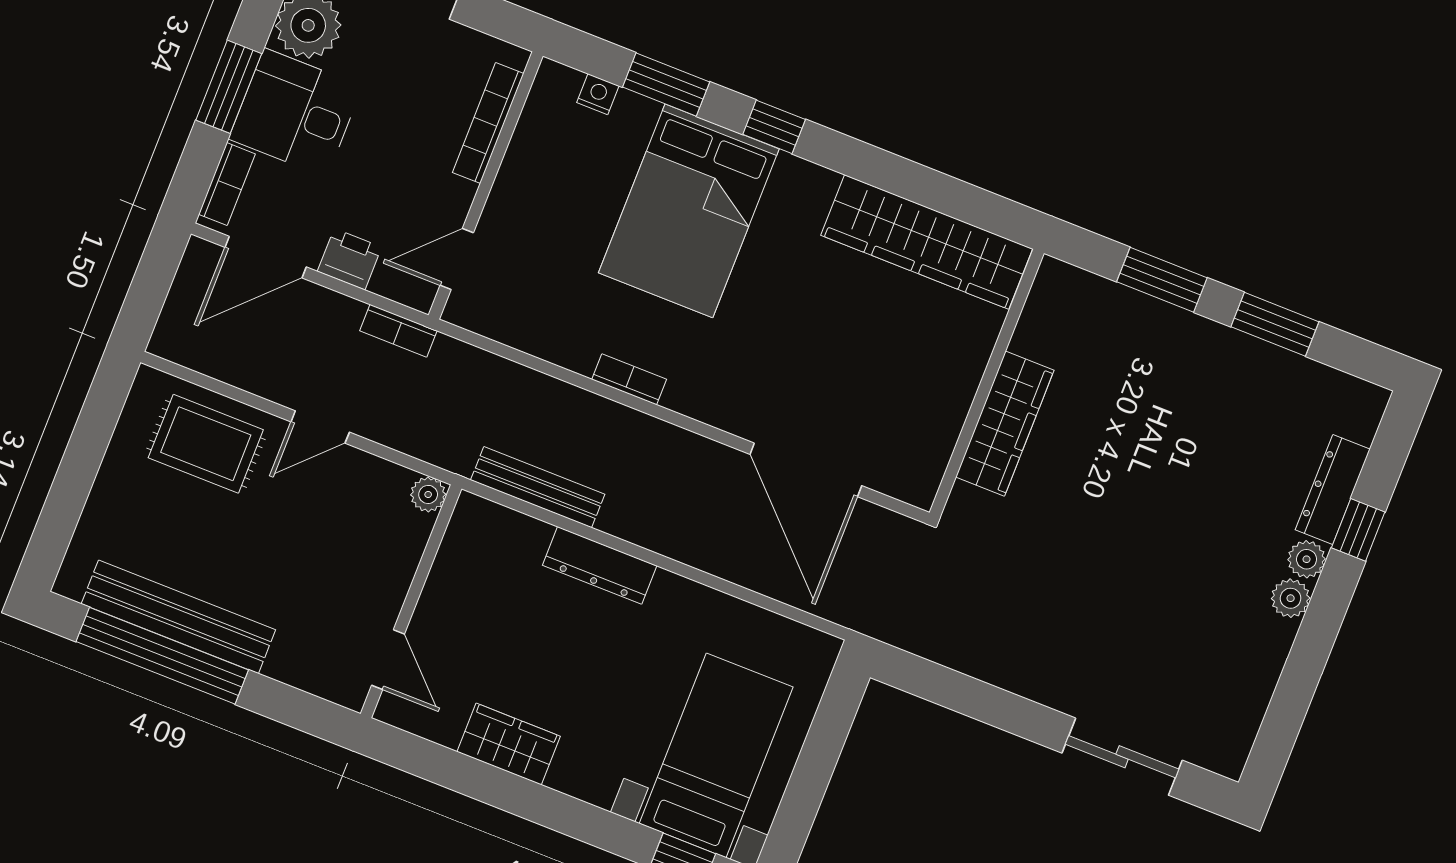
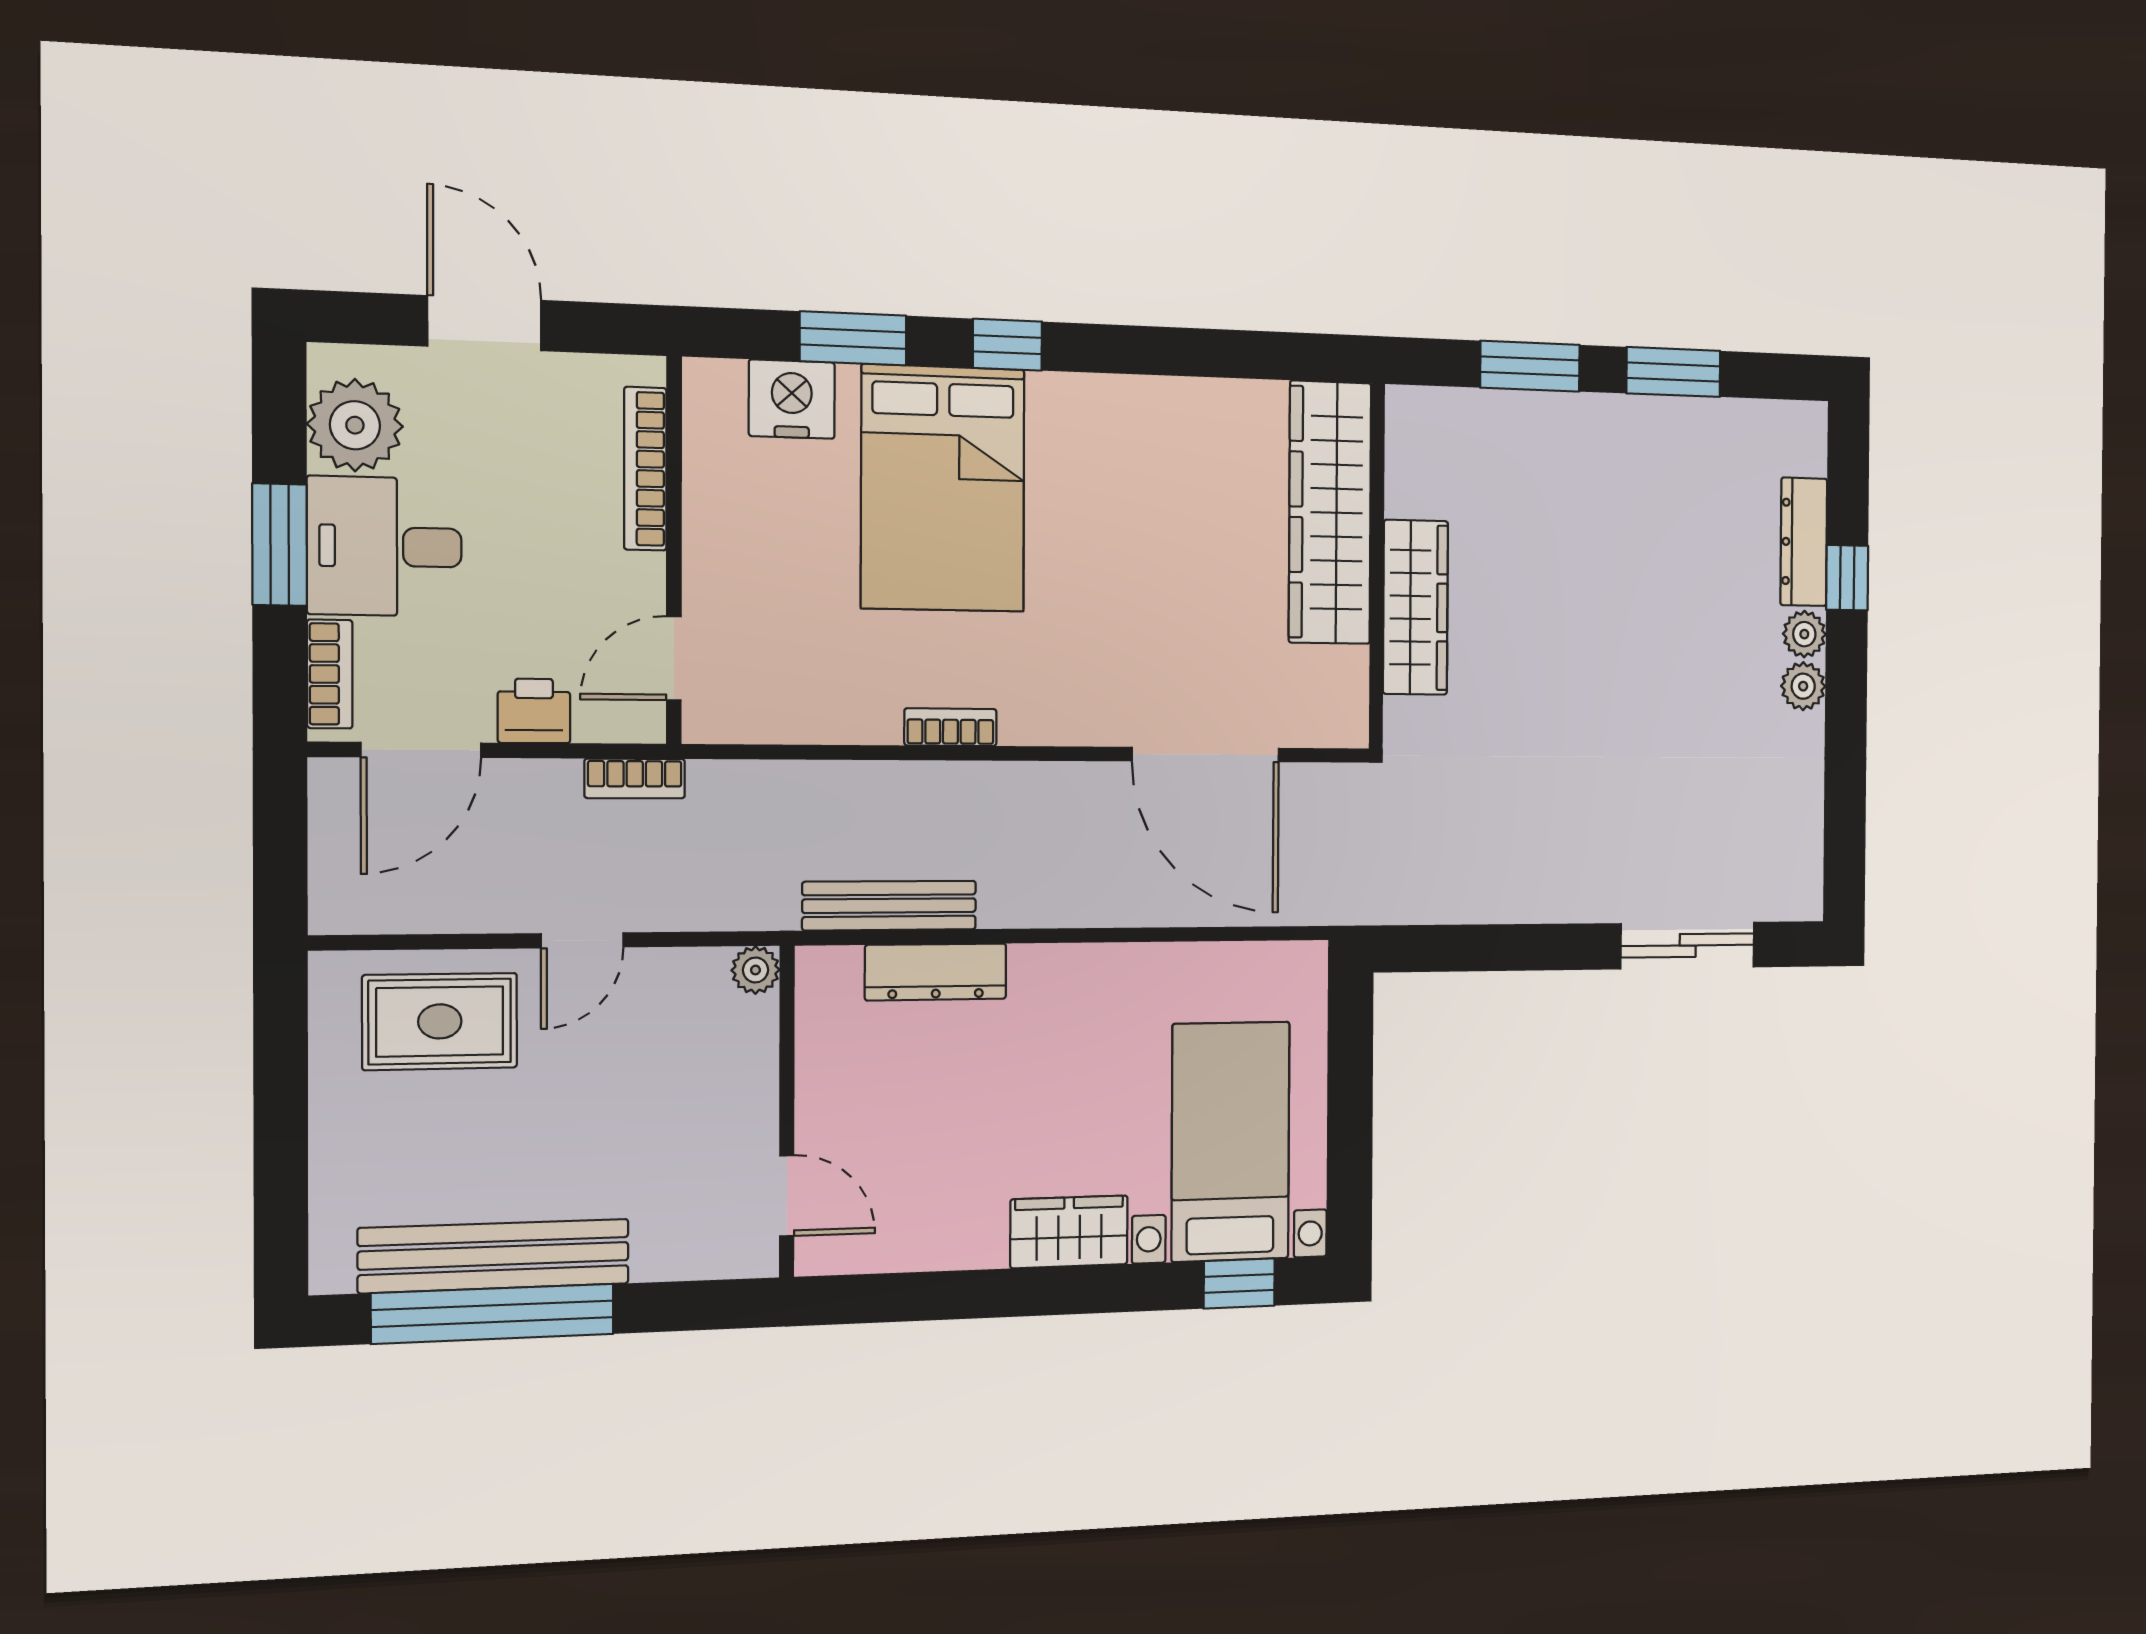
nightstand: (598, 94) -> (792, 399), width x1.89, depth x1.79
wardrobe: (927, 242) -> (1330, 513), moved, turned 90
dresser: (600, 565) -> (936, 972), moved
wardrobe: (509, 744) -> (1069, 1232), moved

